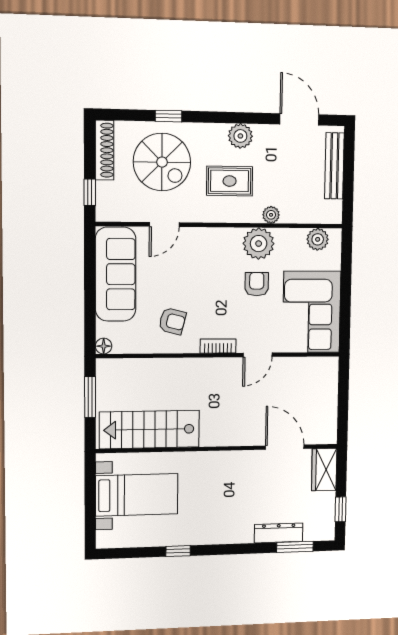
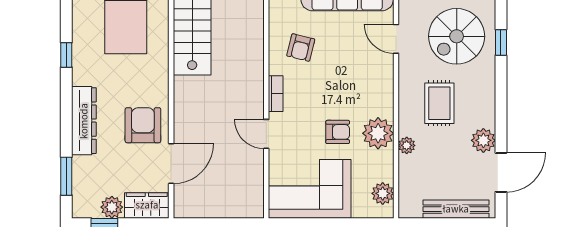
plant: (240, 136) -> (483, 140), moved
armchair: (247, 475) -> (143, 125), added
plant: (325, 503) -> (112, 207), added
dresser: (279, 533) -> (84, 121), moved, width x1.37, depth x1.24

